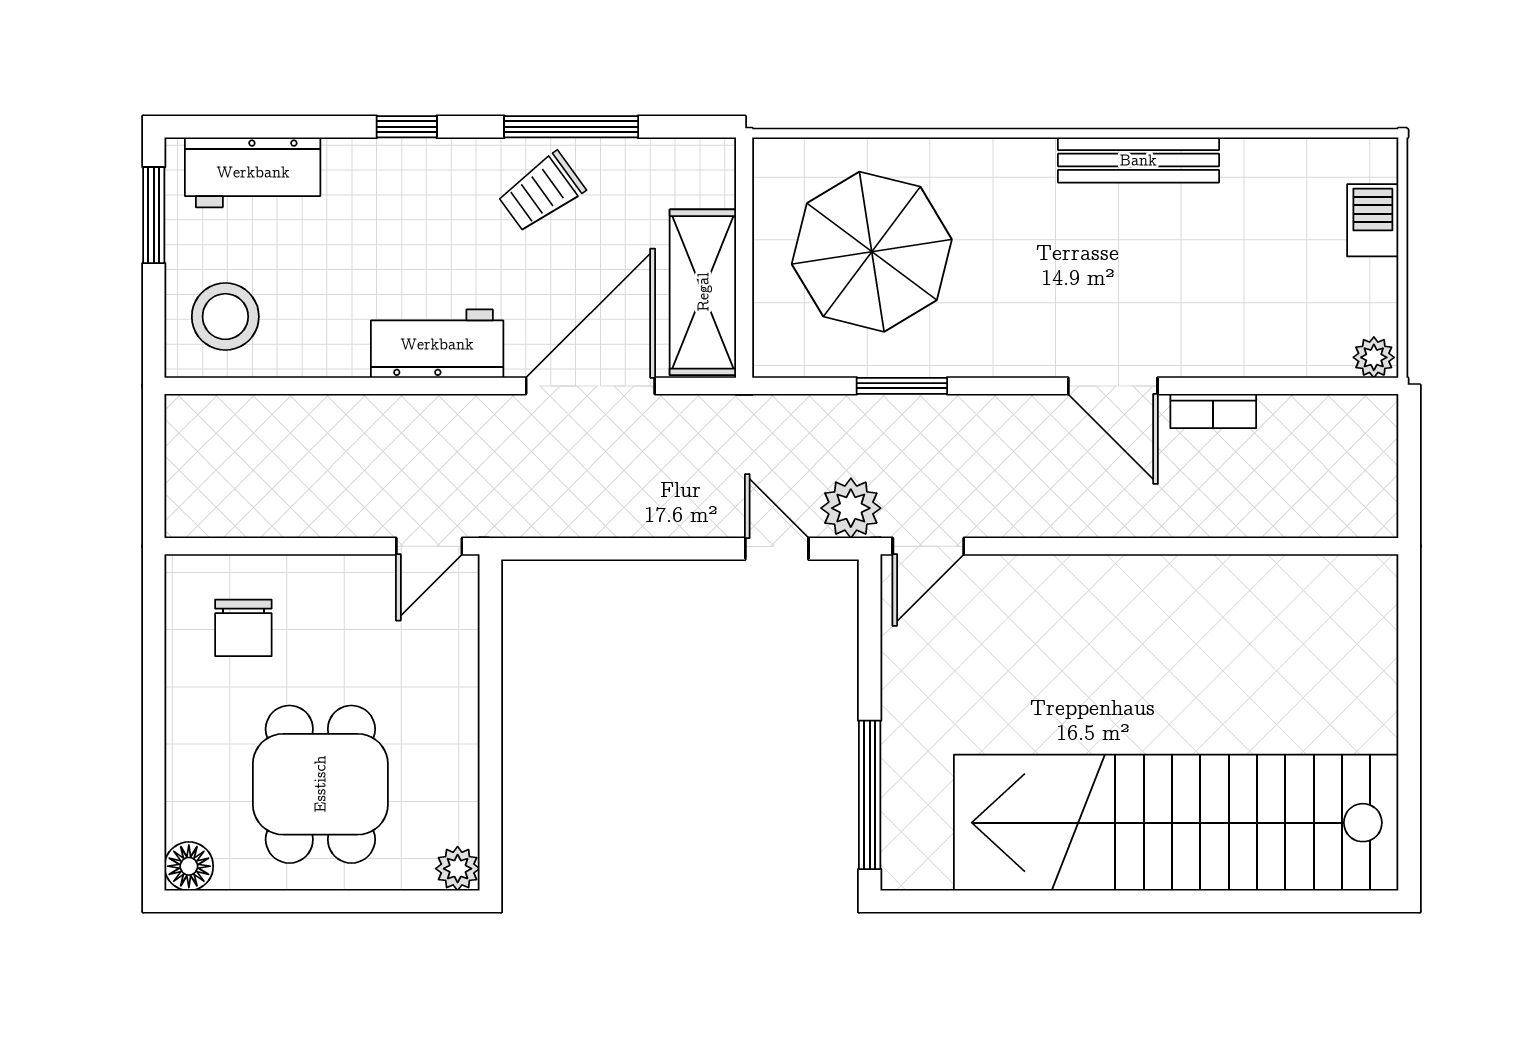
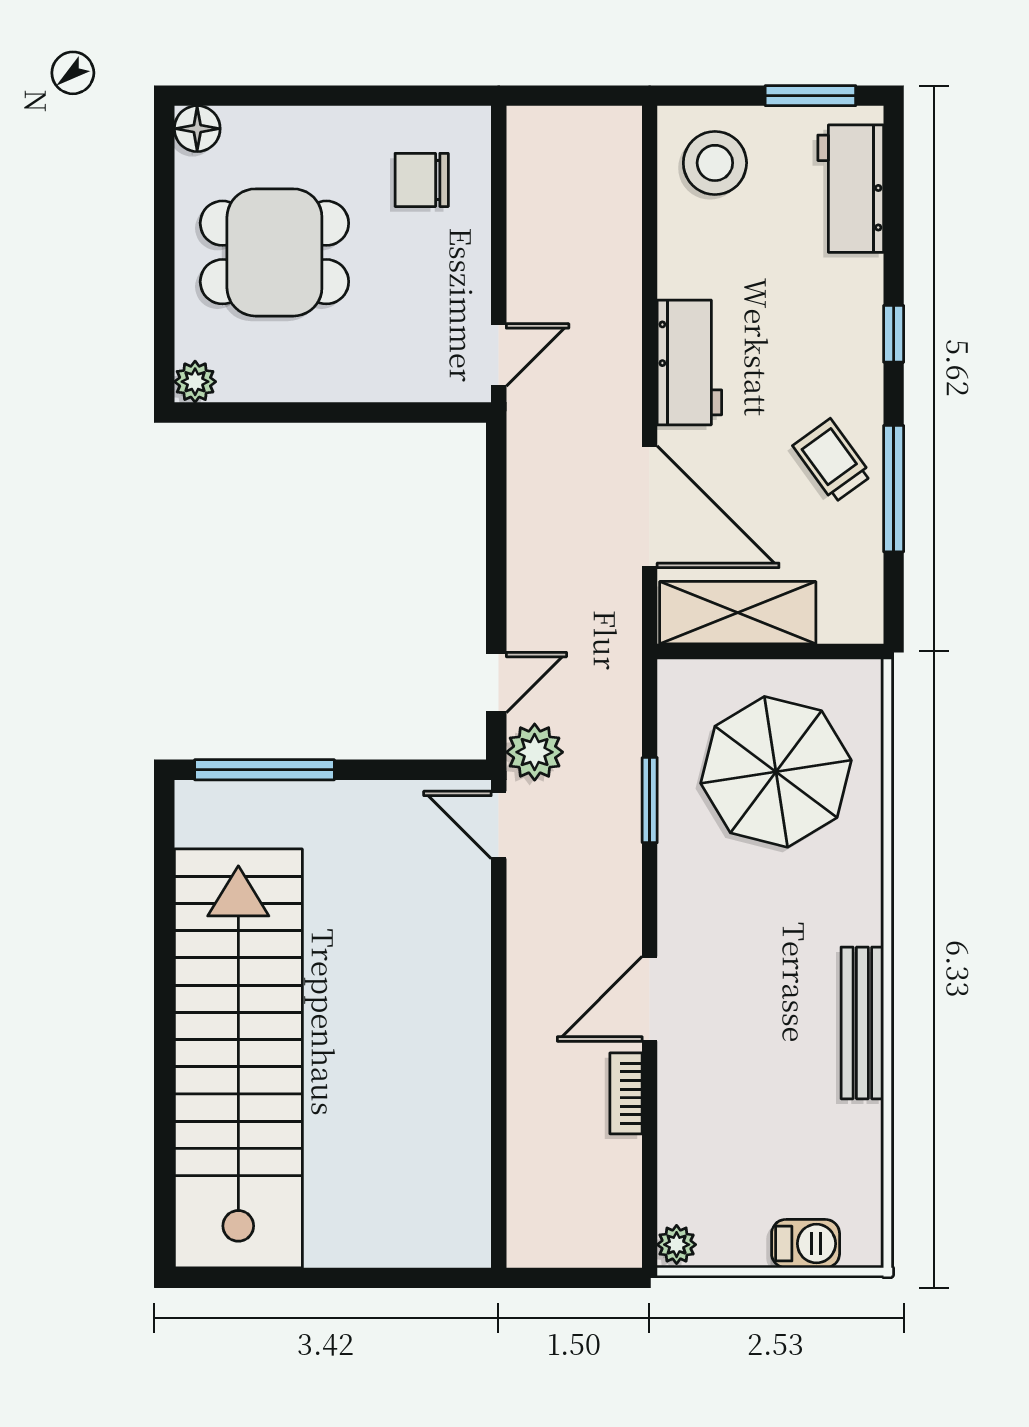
door: (429, 546) -> (499, 355), swing flipped

